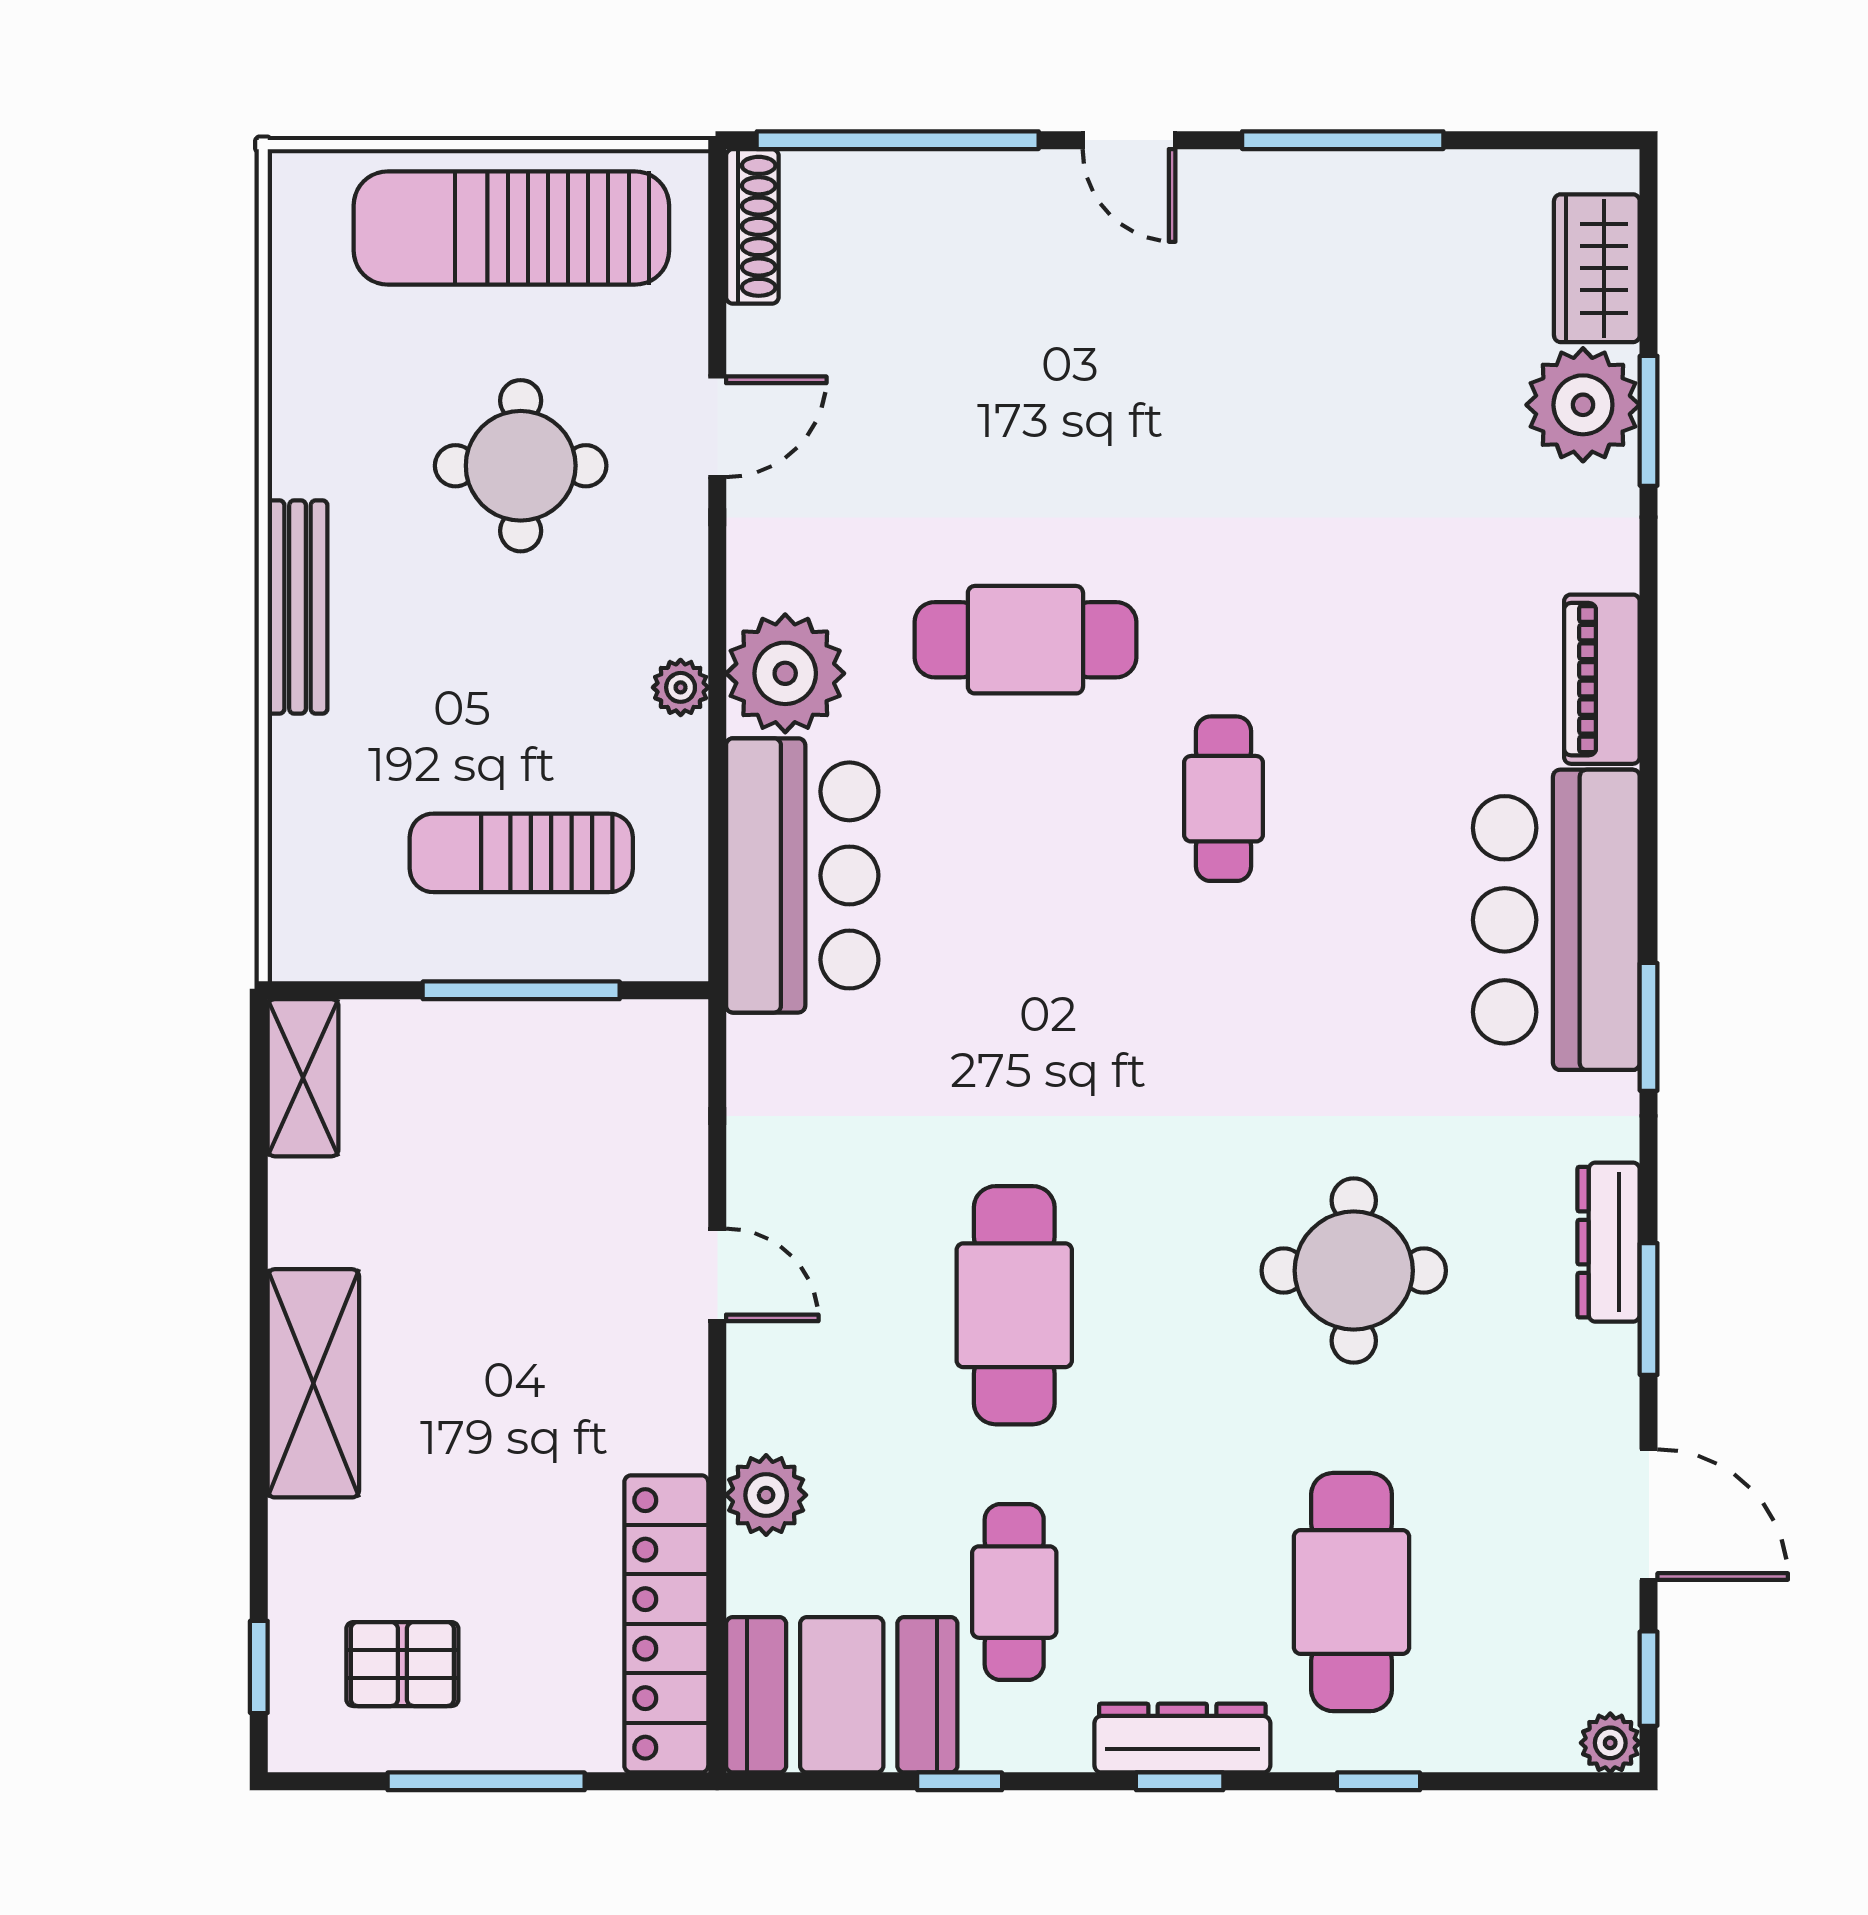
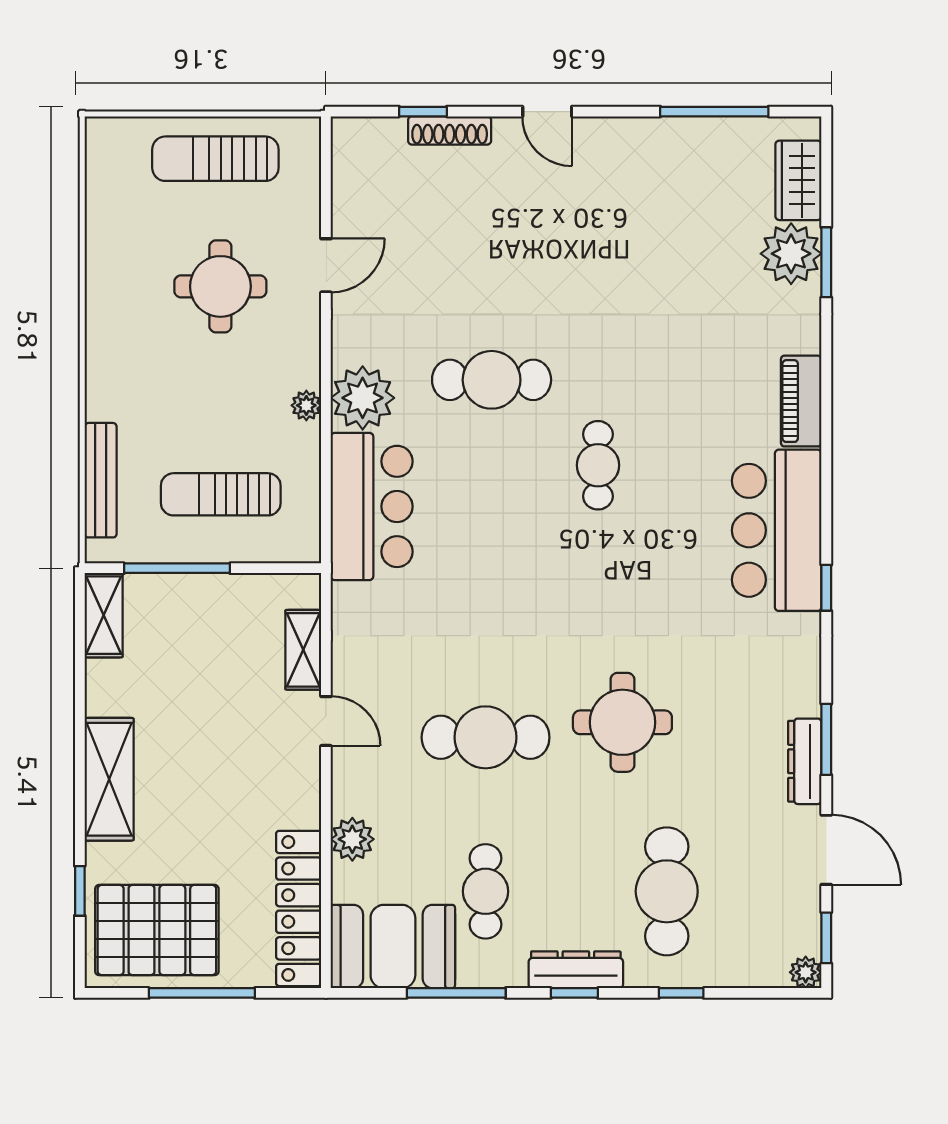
window: (898, 140) -> (423, 112), width x0.32
window: (1343, 140) -> (714, 112), moved
shoe rack: (752, 226) -> (450, 130), moved, turned 90
sun lounger: (511, 228) -> (215, 159), width x0.73, depth x0.75
bench: (298, 607) -> (101, 480), moved
window: (521, 990) -> (177, 568), moved
window: (1649, 1027) -> (826, 588), width x0.67
shelving: (675, 1142) -> (303, 650), added
dresser: (1609, 1242) -> (805, 761), moved
round table: (1354, 1271) -> (622, 722), moved
cafe table: (1014, 1305) -> (486, 737), turned 90
pallet: (402, 1664) -> (157, 930), width x2.05, depth x2.00
window: (259, 1667) -> (80, 891), moved
window: (960, 1781) -> (456, 993), width x2.17

